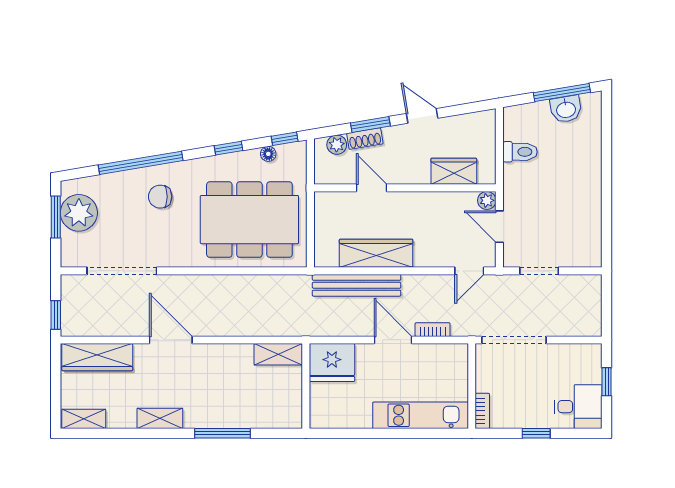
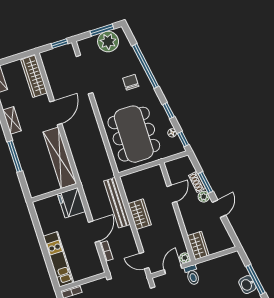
plant: (337, 145) -> (204, 197), moved
toilet: (520, 152) -> (192, 275), moved
wardrobe: (454, 171) -> (198, 246), moved
wardrobe: (376, 253) -> (140, 214), width x0.67
window: (56, 315) -> (60, 44), moved
shelving: (278, 354) -> (60, 158), width x2.20, depth x1.33

